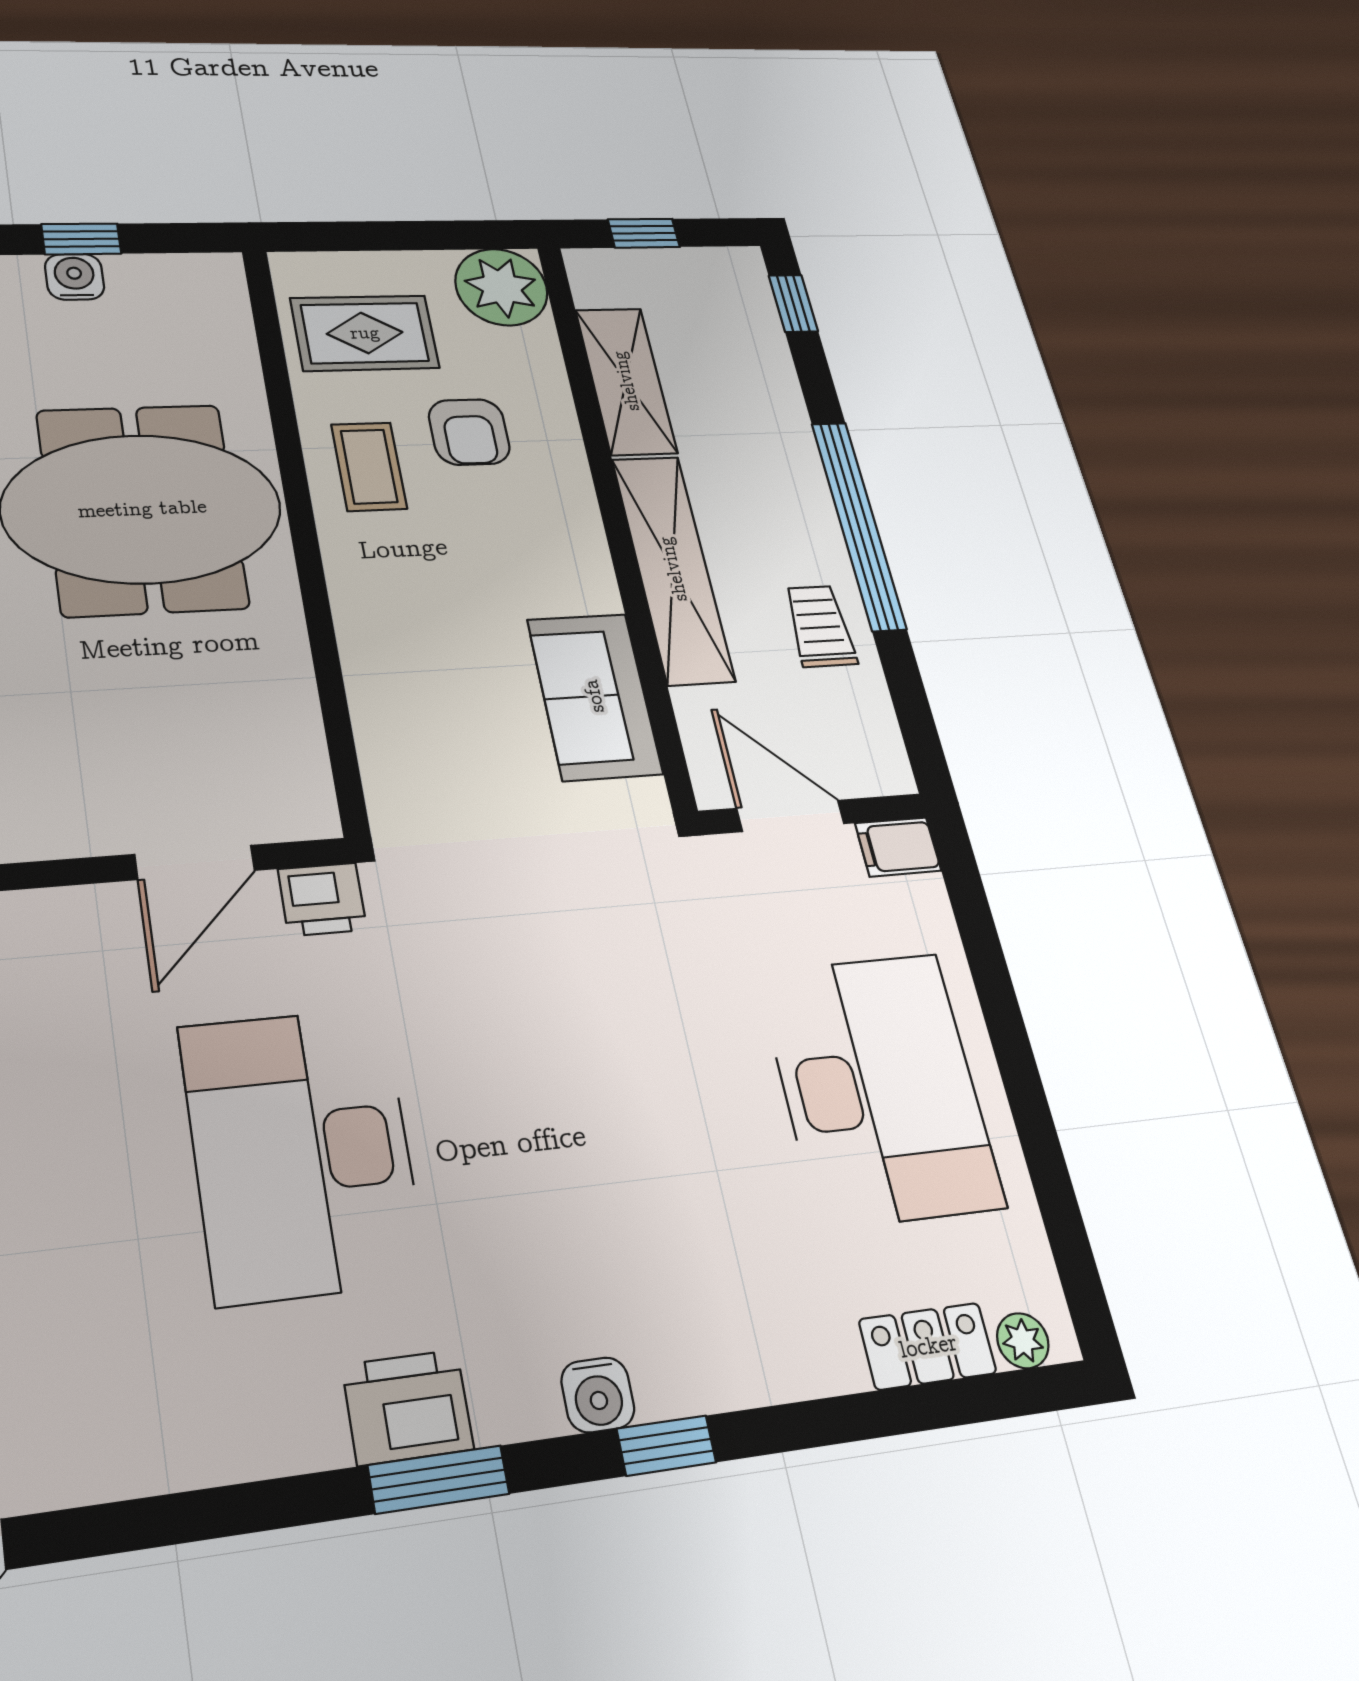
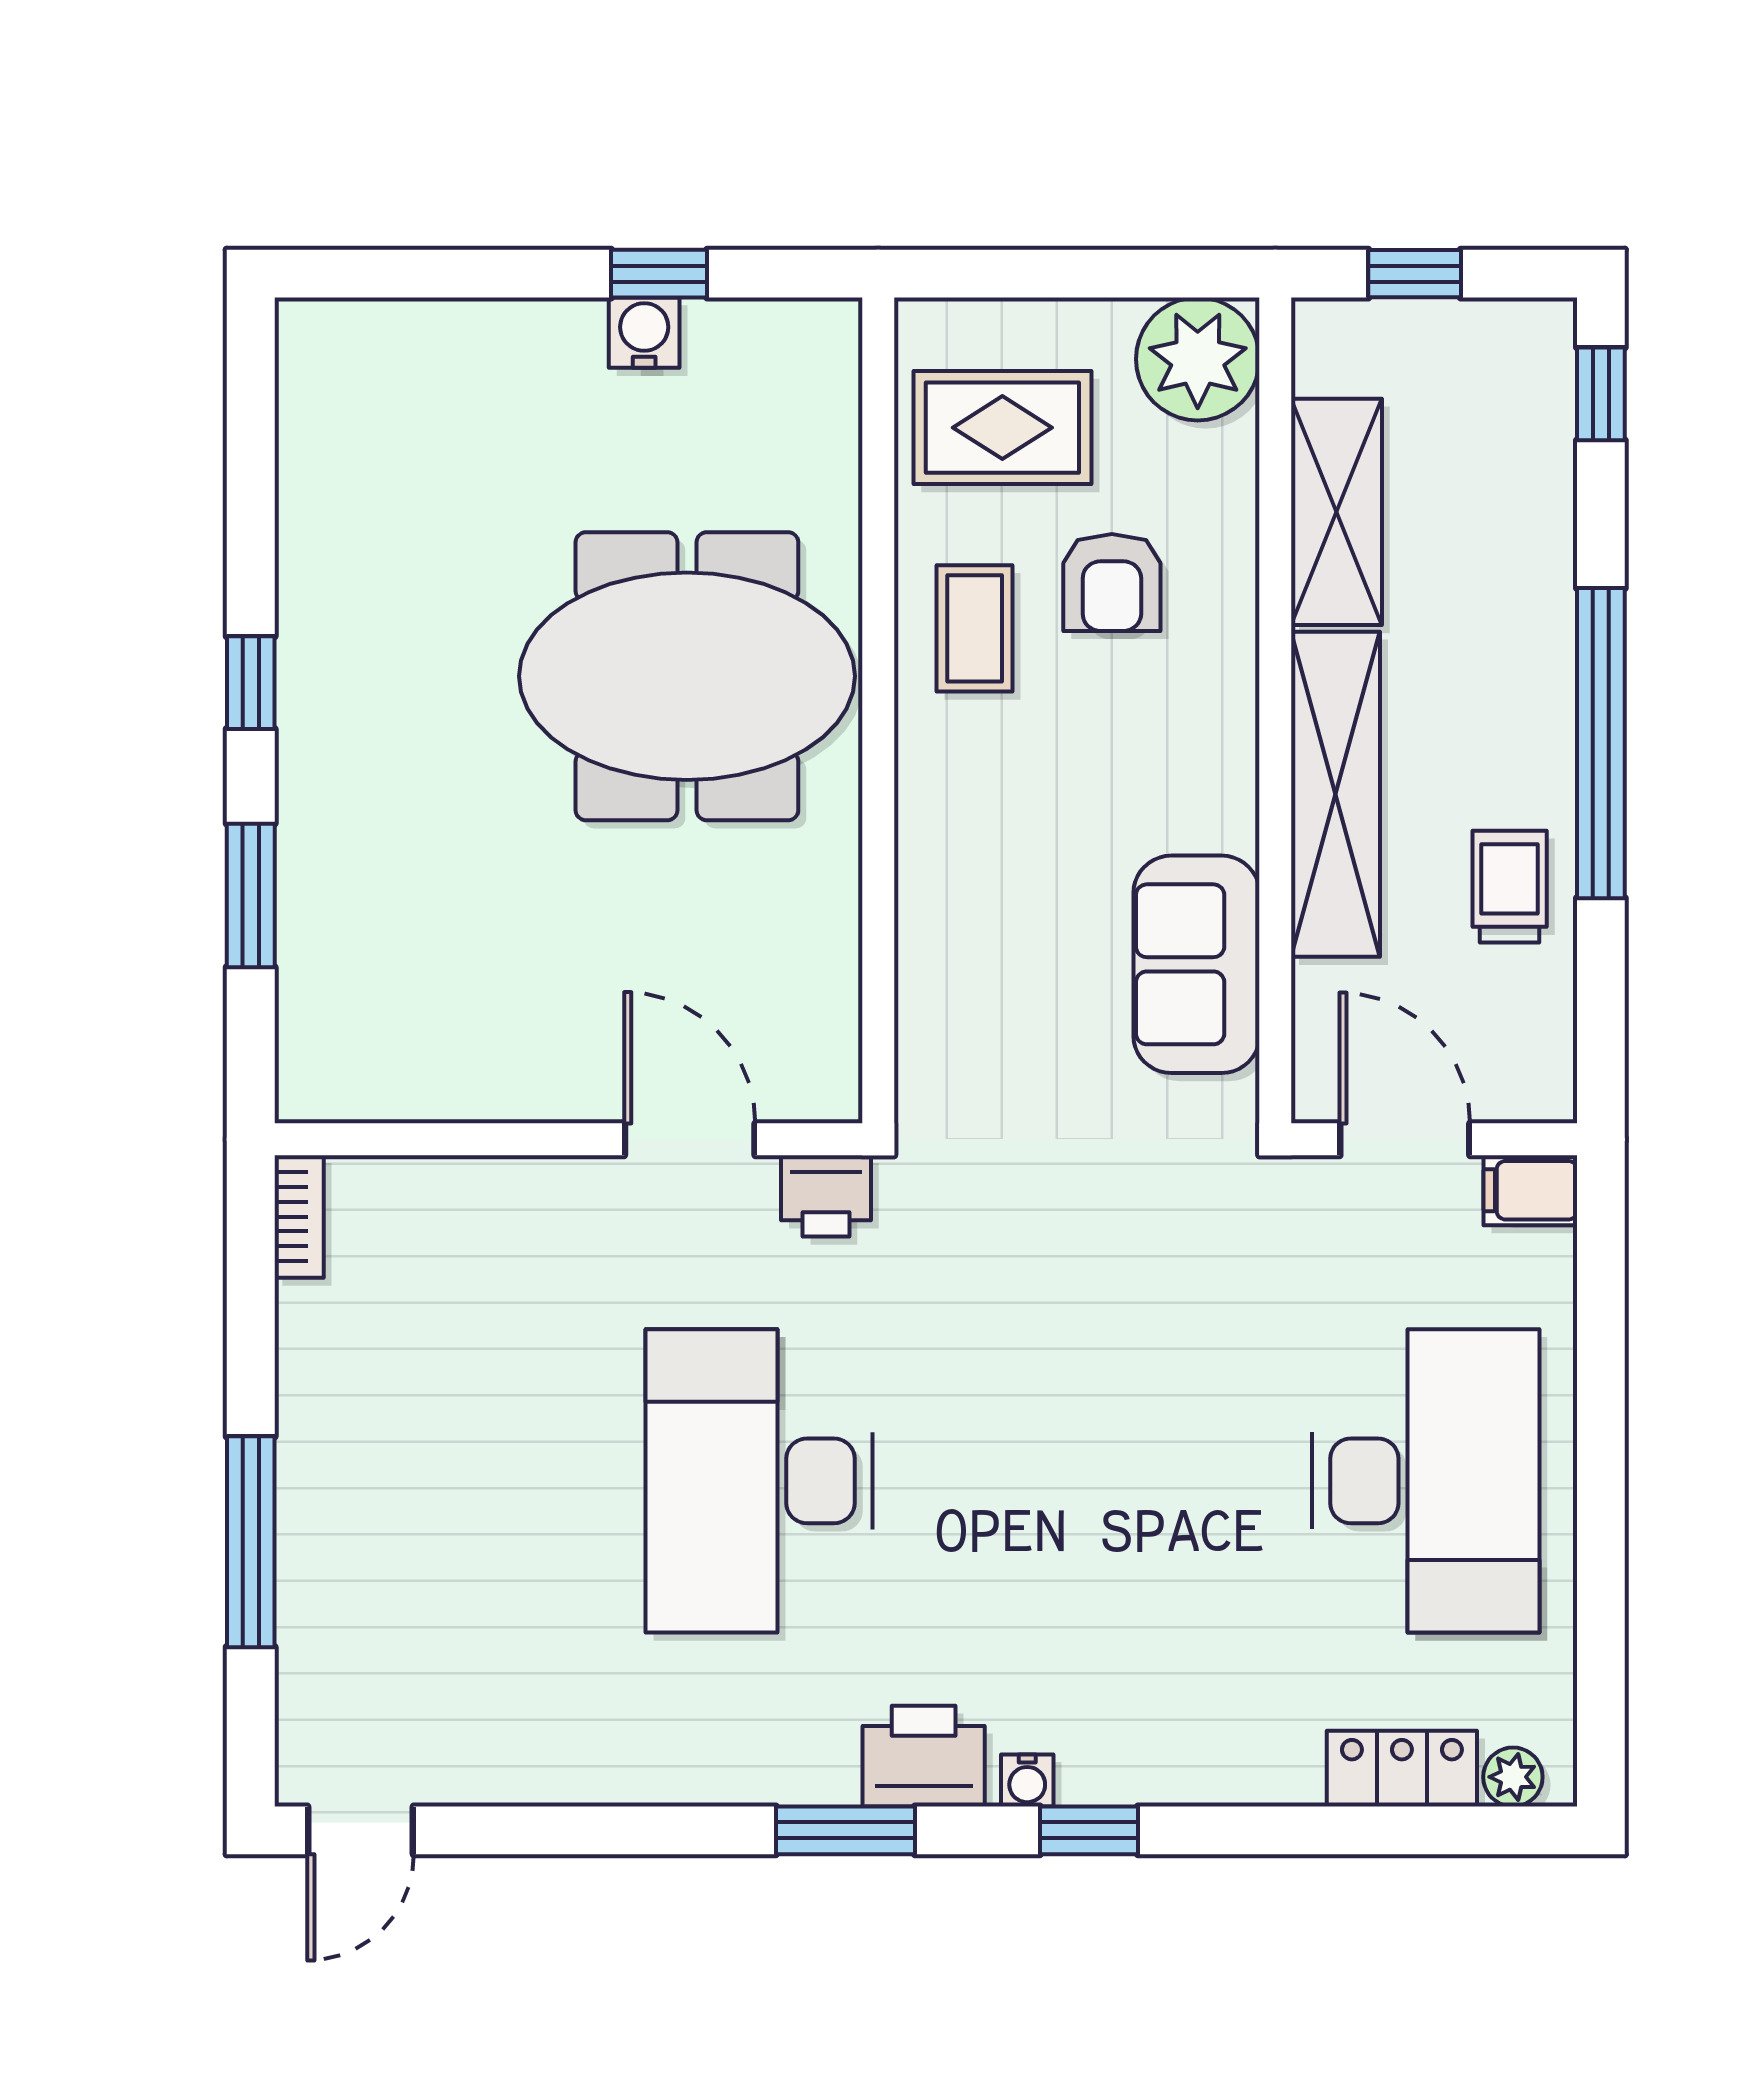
door: (195, 862) -> (690, 1139), swing flipped
water cooler: (598, 1395) -> (1027, 1780), width x0.72, depth x0.72
printer: (408, 1407) -> (924, 1756), moved

